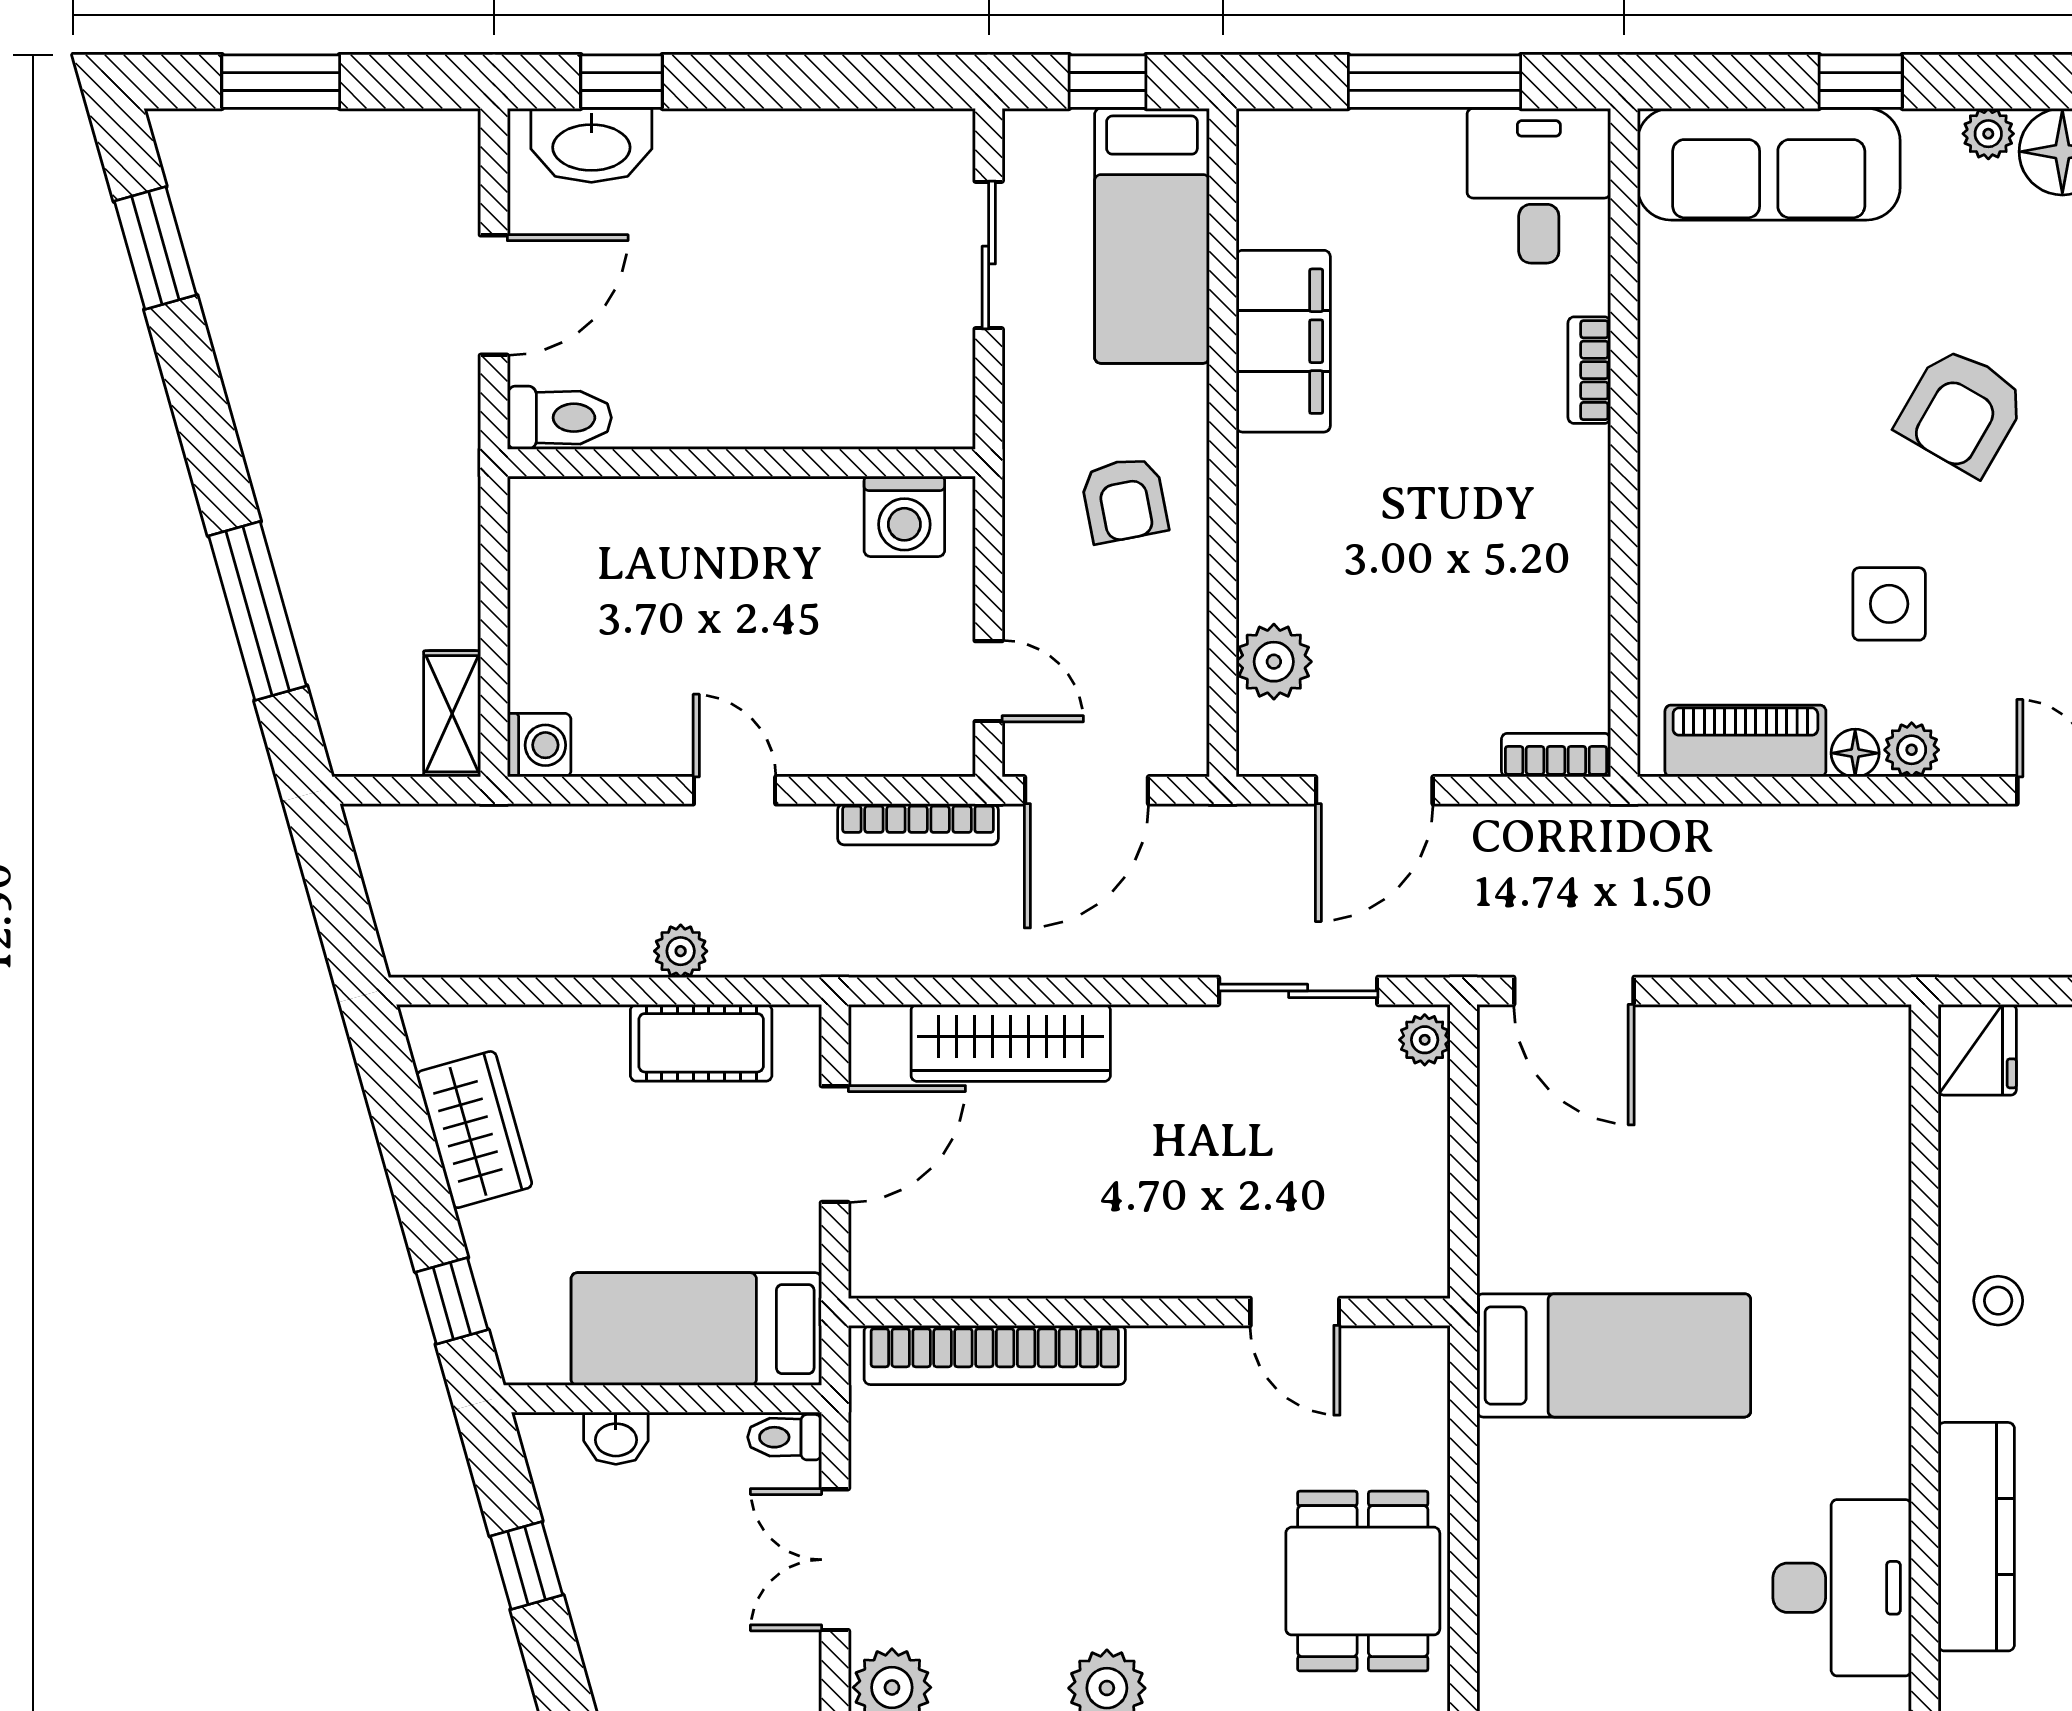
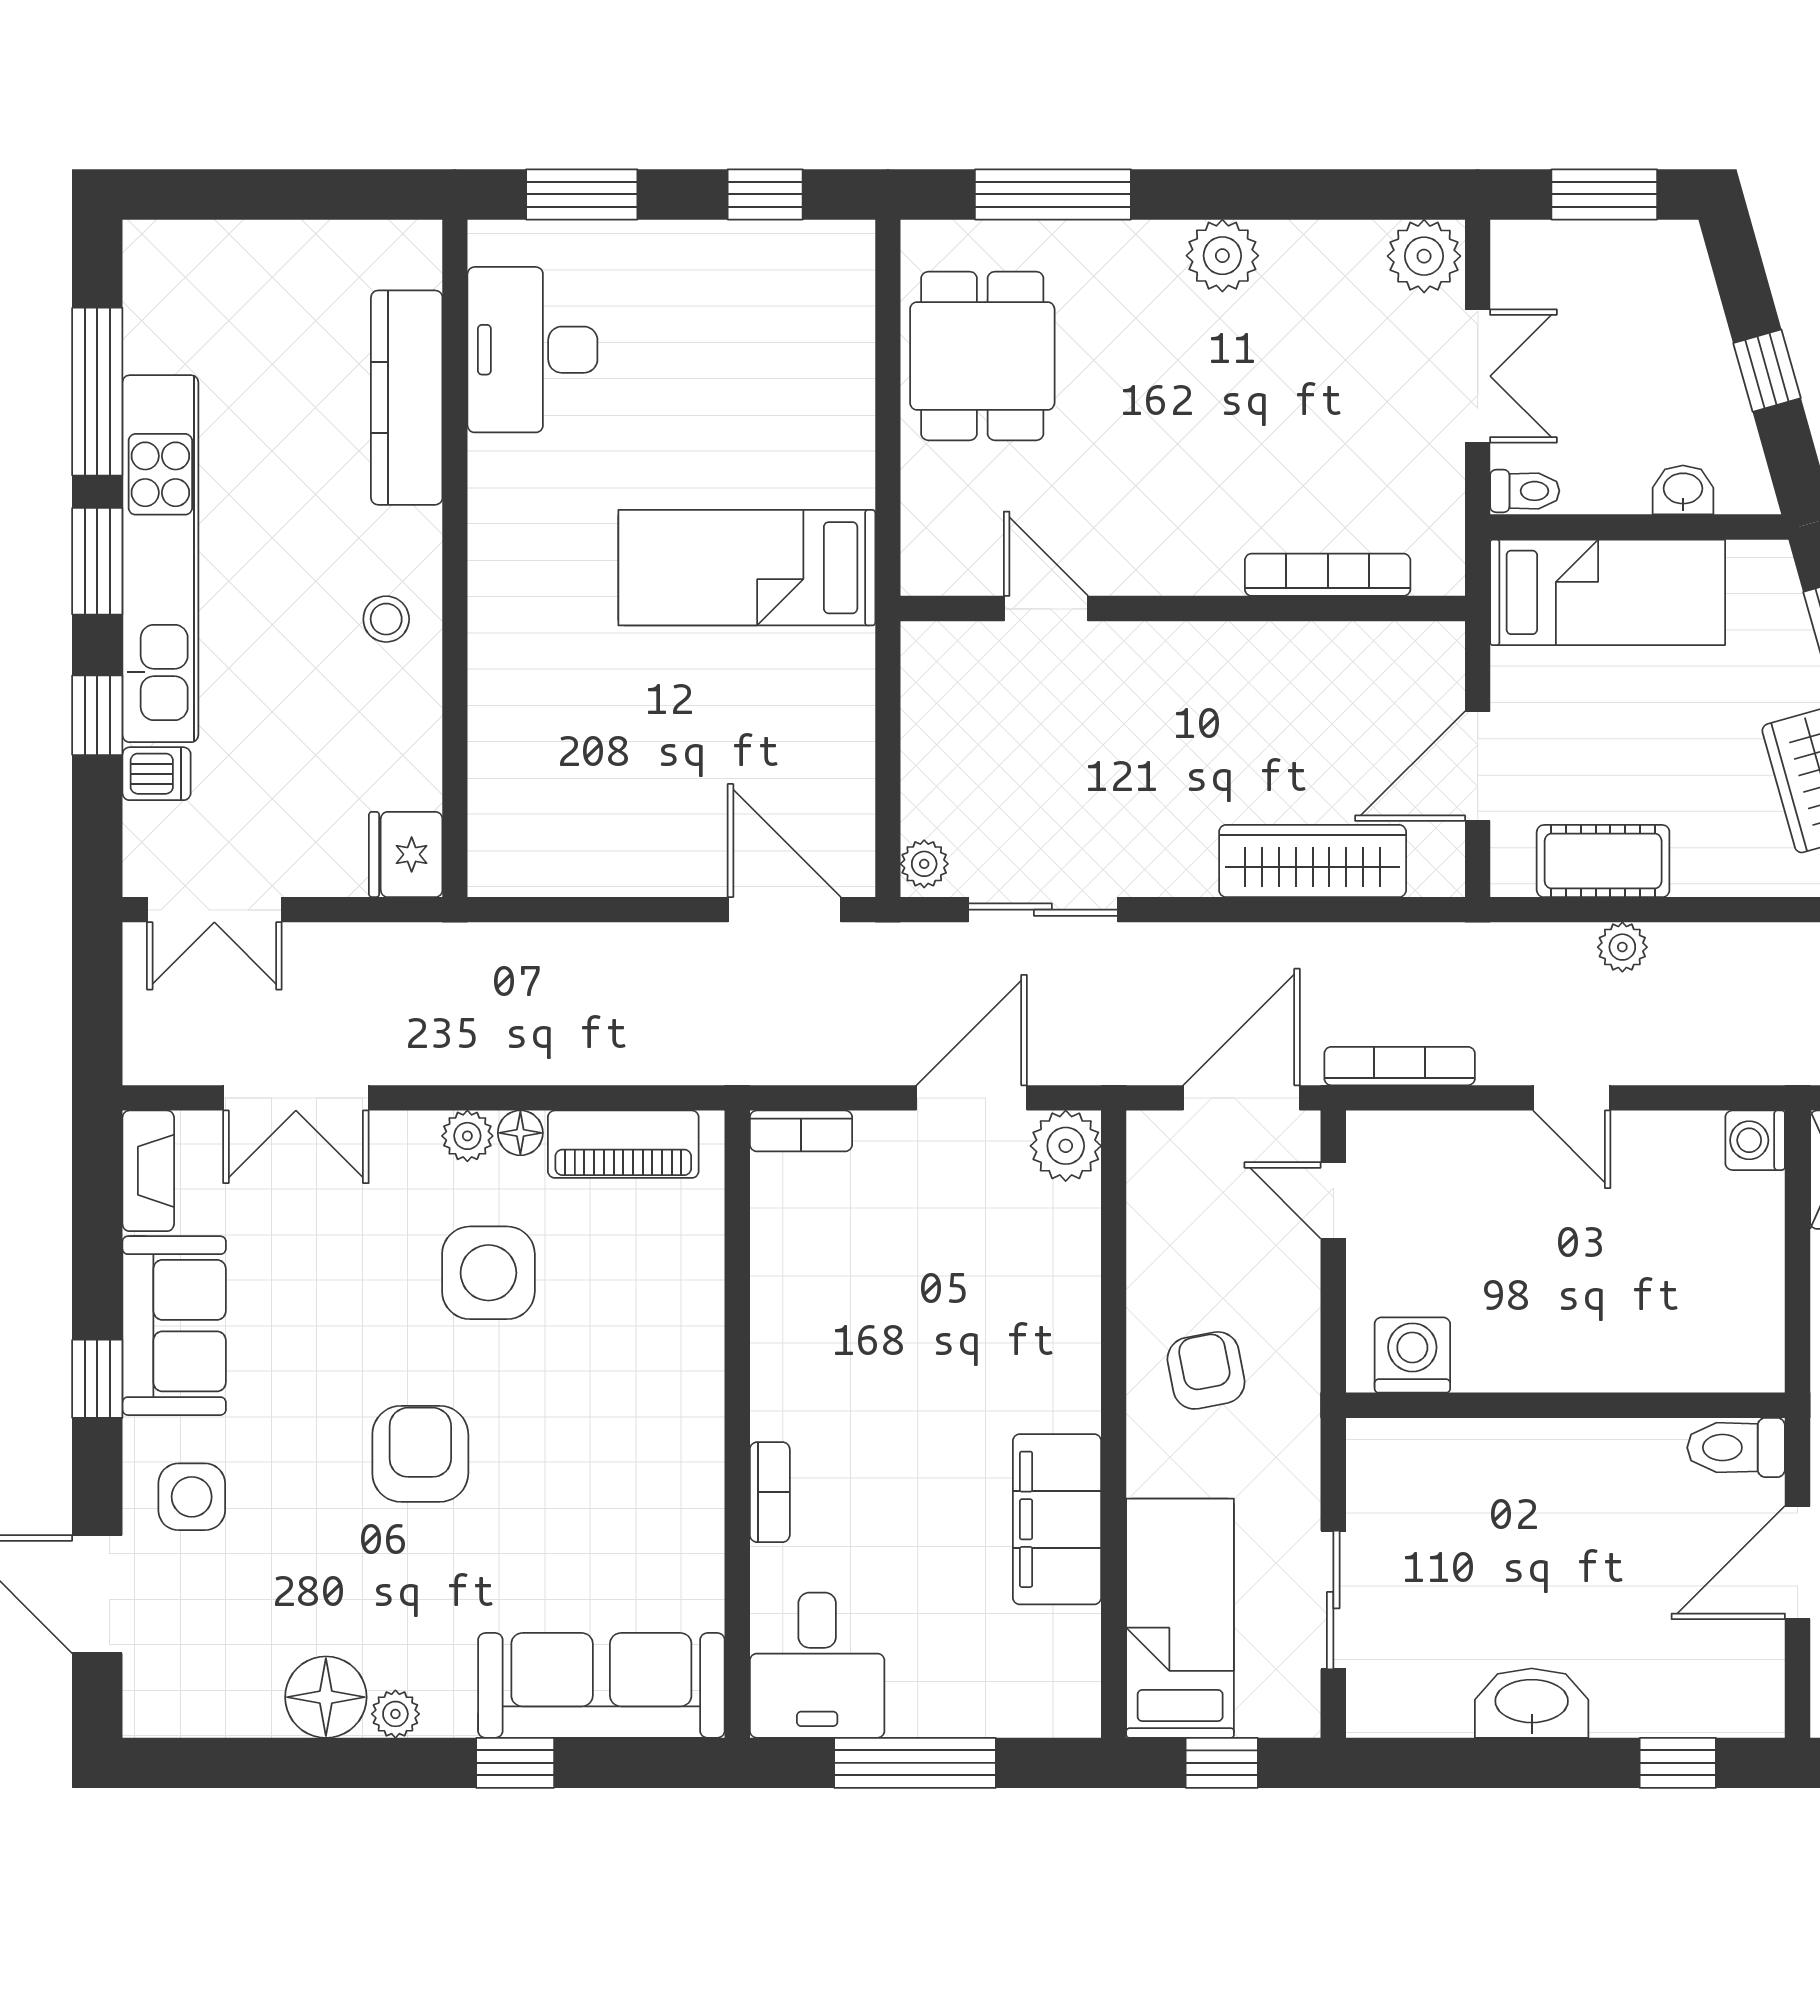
washbasin: (591, 145) -> (1532, 1703), moved
armchair: (1962, 411) -> (420, 1454), turned -30
side table: (1889, 604) -> (488, 1273), width x1.37, depth x1.37
plant: (1274, 662) -> (1066, 1146), moved
bookcase: (995, 1355) -> (1328, 575), width x0.68, depth x0.76

